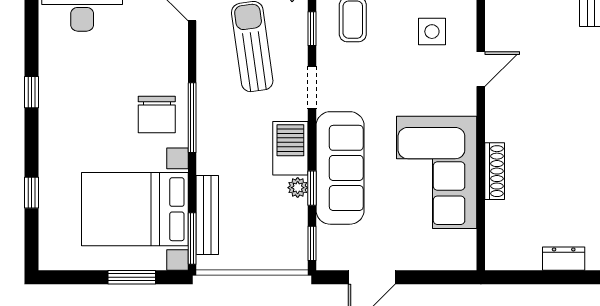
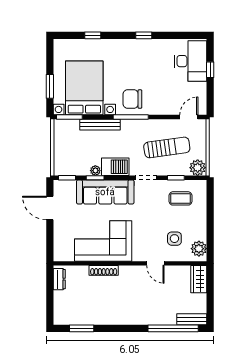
bench: (207, 215) -> (100, 125), moved
dresser: (564, 259) -> (59, 279), moved

